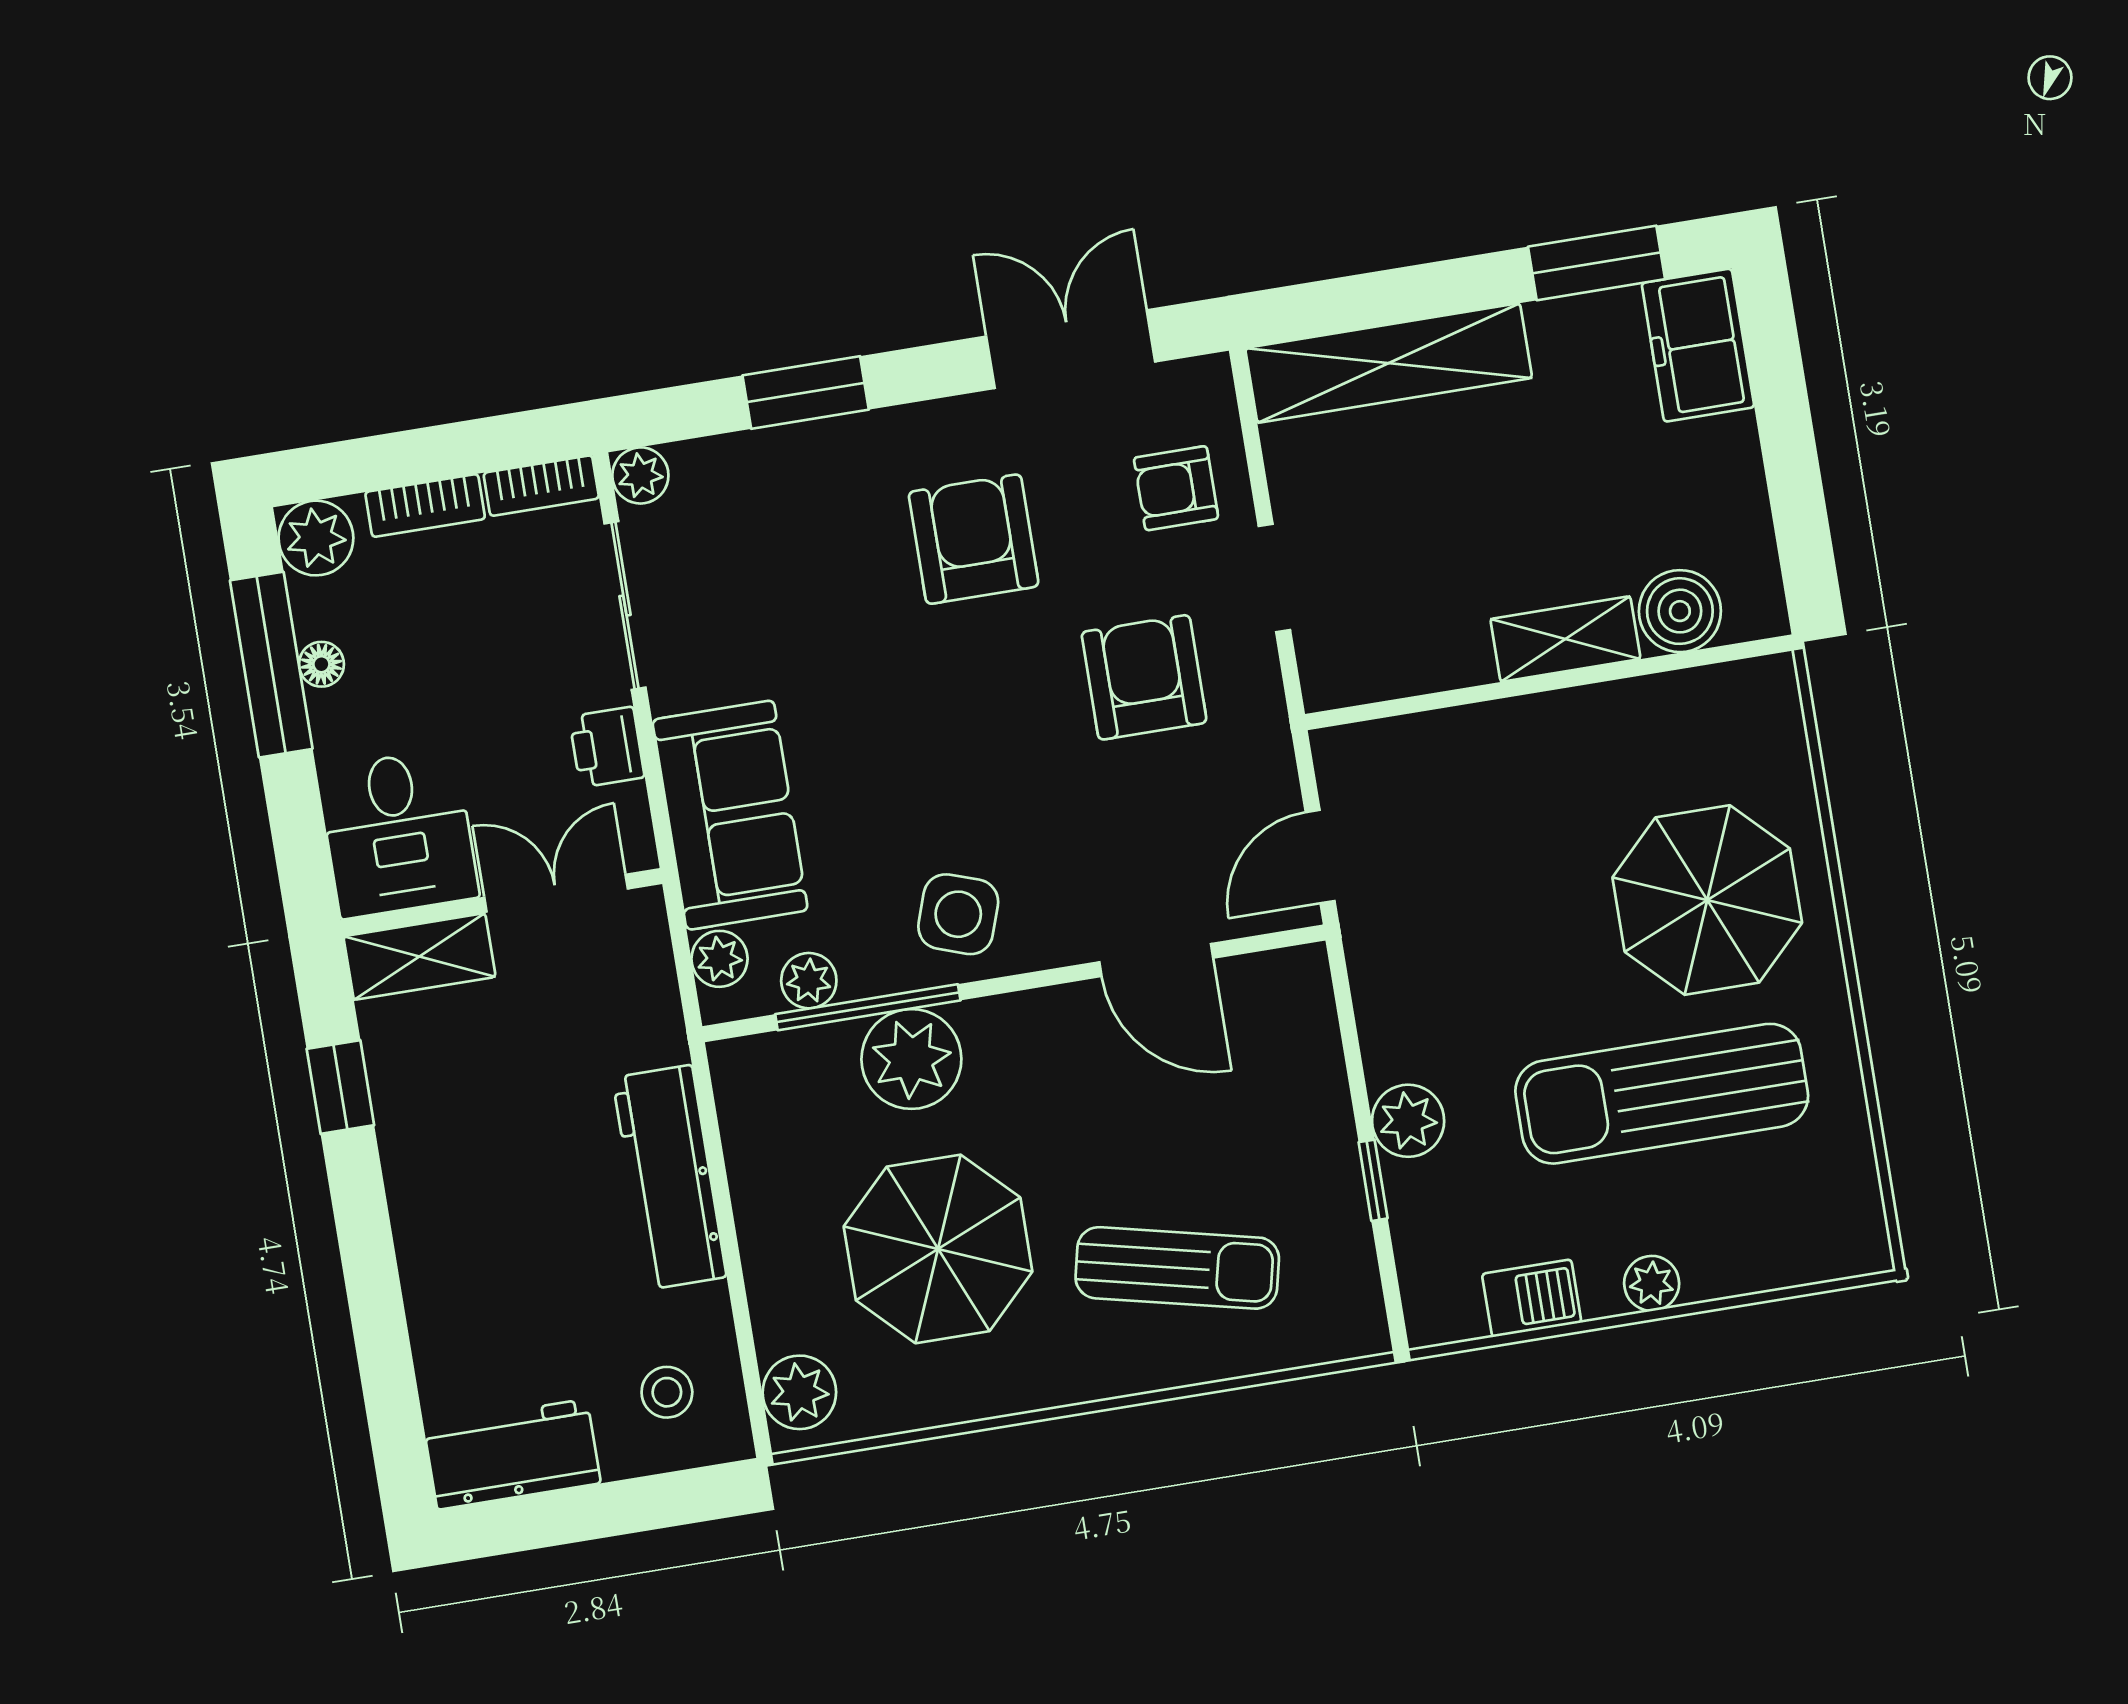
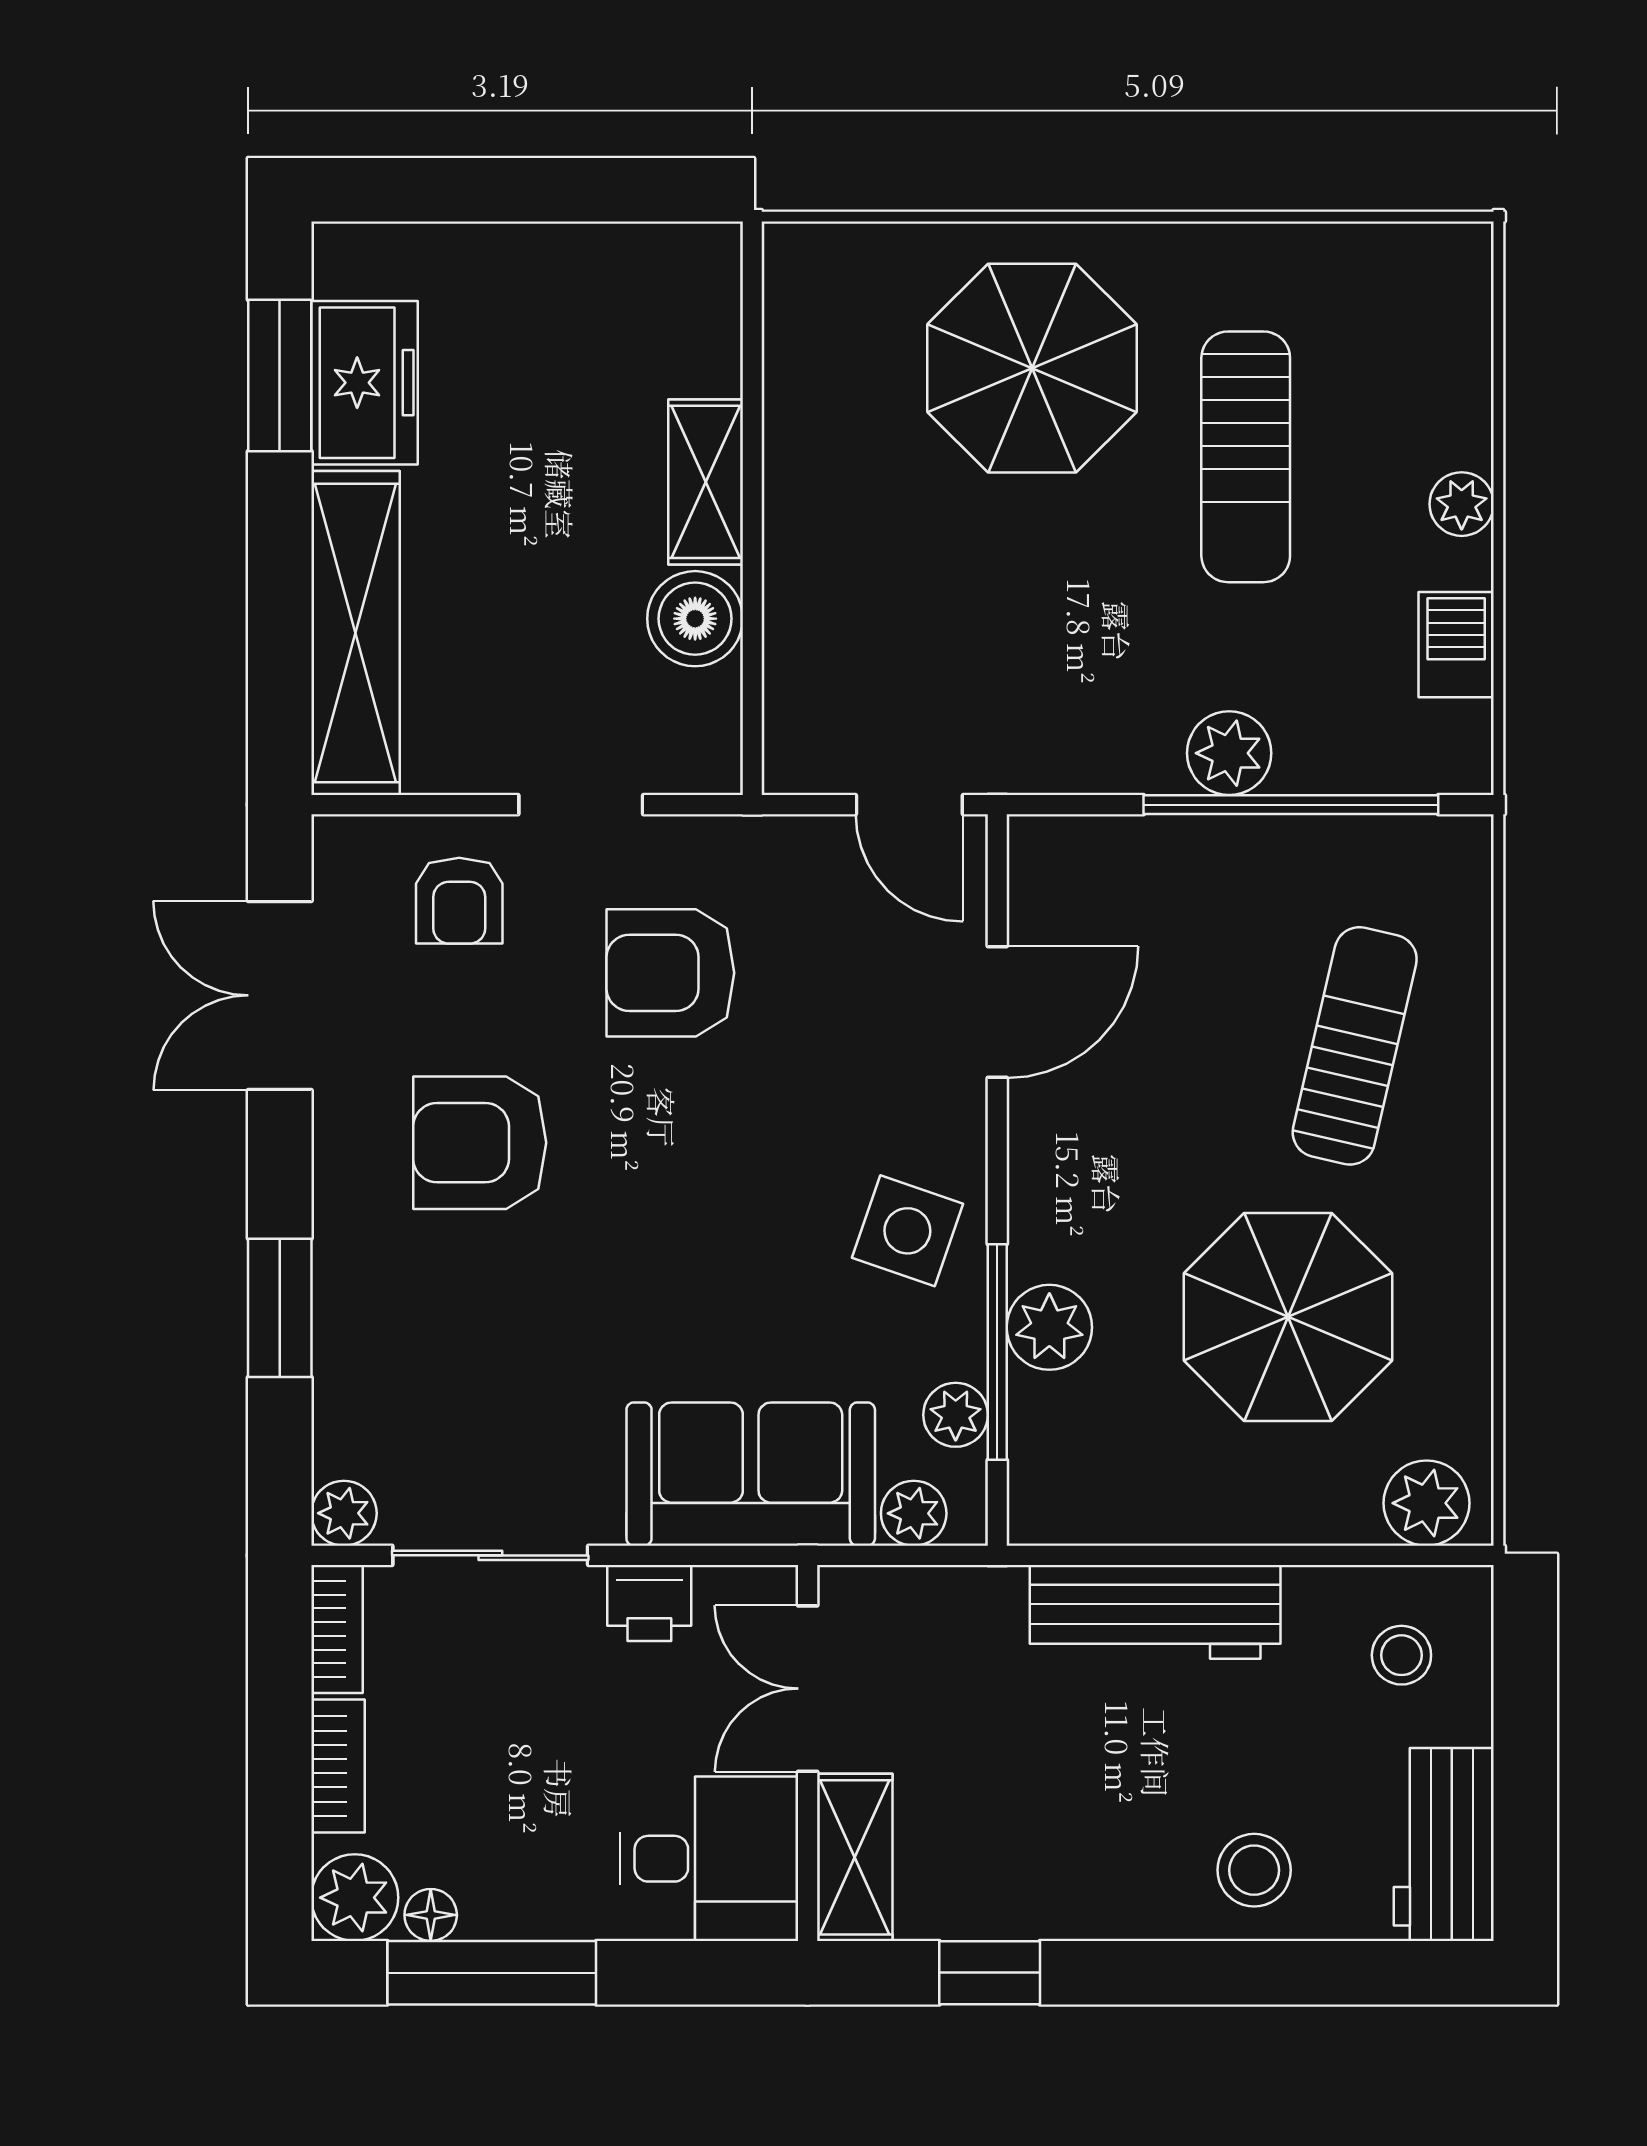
freezer: (1698, 345) -> (364, 383), moved, turned -90
boiler: (1680, 611) -> (695, 619), moved
floor lamp: (321, 664) -> (431, 1915), moved
plant: (911, 1059) -> (1049, 1327), width x0.73, depth x0.73
sun lounger: (1662, 1094) -> (1246, 457), width x0.73, depth x0.75
window: (1373, 1180) -> (1291, 805), width x3.17
stool: (464, 1297) -> (1254, 1870), added

